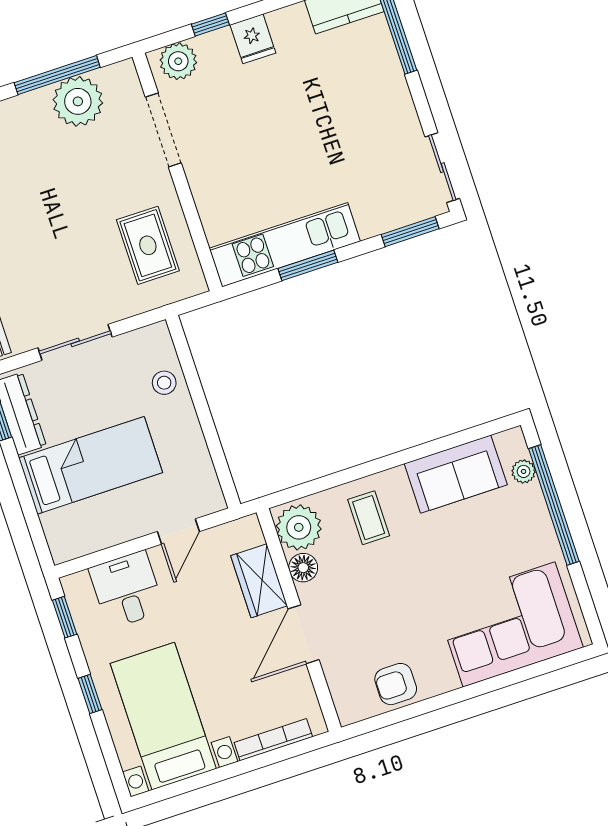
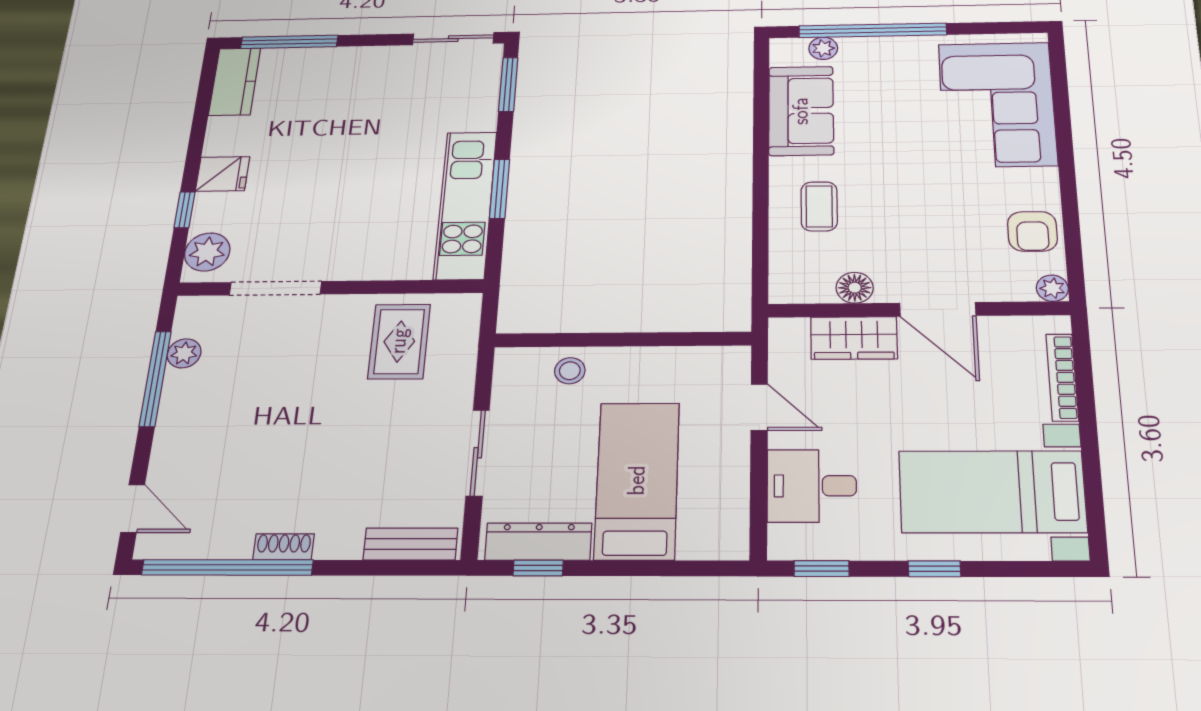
plant: (78, 101) -> (184, 353), width x0.53, depth x0.53
rug: (148, 245) -> (399, 341), turned 90
coffee table: (369, 518) -> (819, 206), turned 90
plant: (299, 527) -> (1052, 288), moved, width x0.53, depth x0.53

